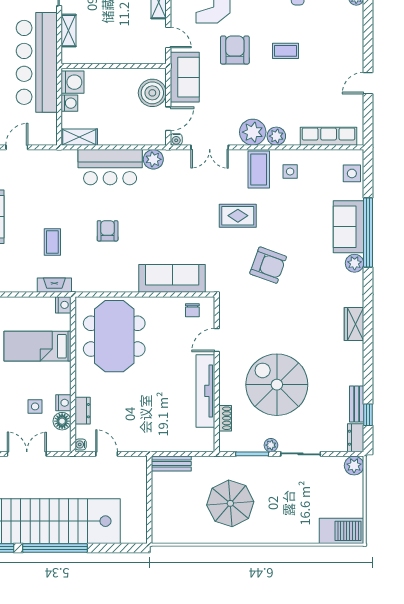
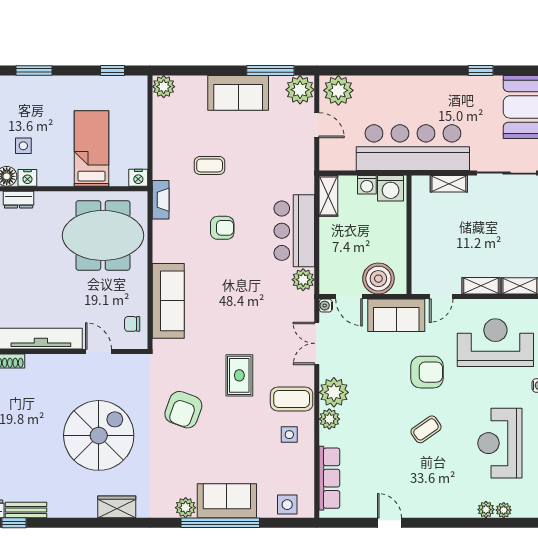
coffee table: (285, 51) -> (426, 429), turned 55
fireplace: (54, 285) -> (161, 200), moved
spiral stairs: (277, 385) -> (99, 435), moved

